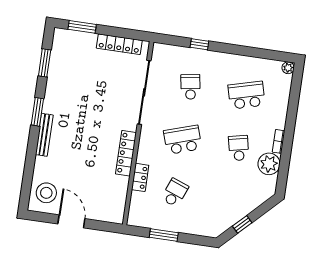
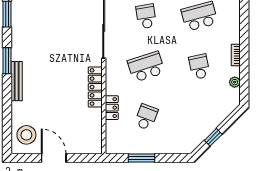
plant: (269, 164) -> (235, 82), width x0.53, depth x0.53

